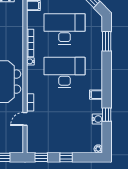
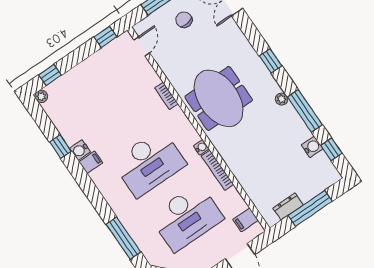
window: (107, 41) -> (123, 238), width x1.44
door: (25, 119) -> (142, 46), moved
water cooler: (97, 119) -> (80, 150), moved
window: (66, 157) -> (50, 75), moved

